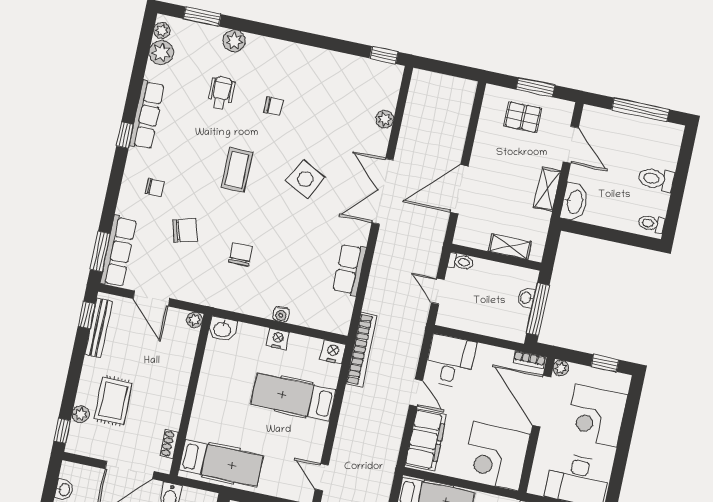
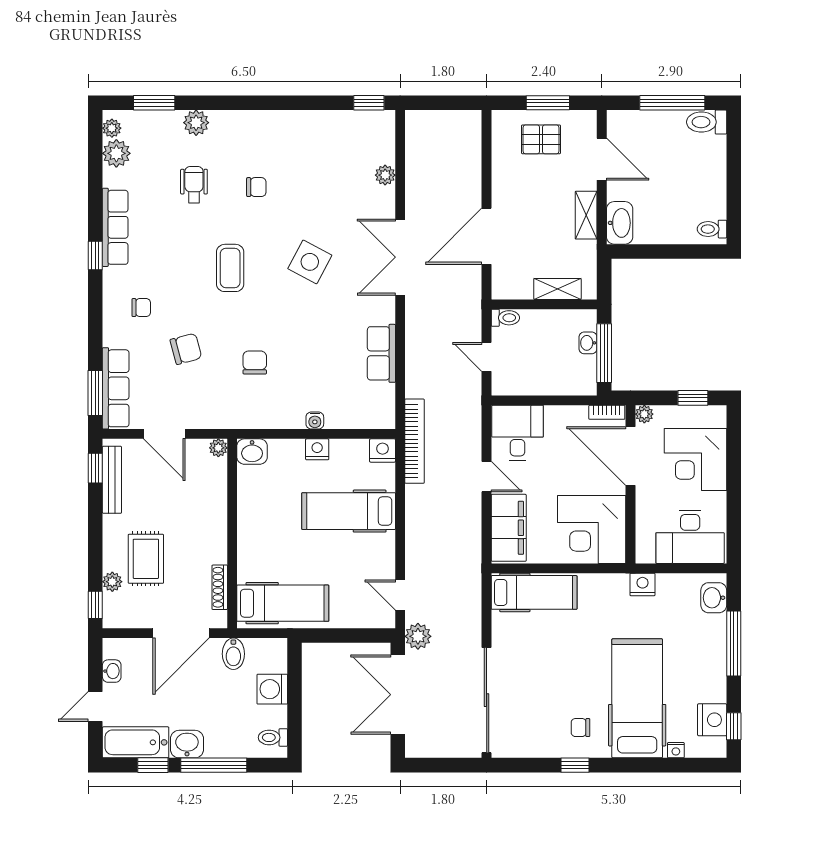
toilet: (656, 179) -> (707, 122), moved
shoe rack: (169, 444) -> (220, 587), width x1.43

